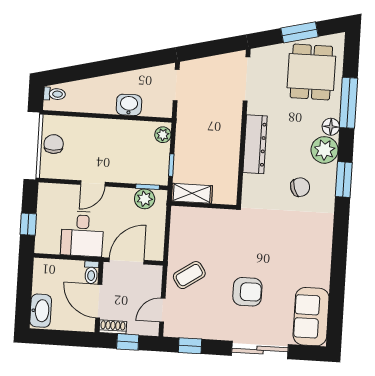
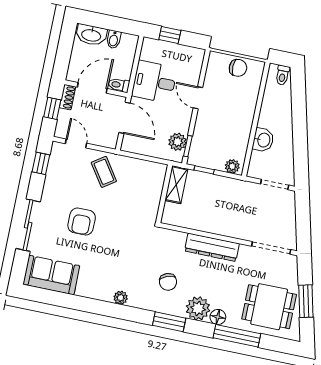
plant: (325, 237) -> (121, 298), added
bidet: (42, 285) -> (114, 39), added

